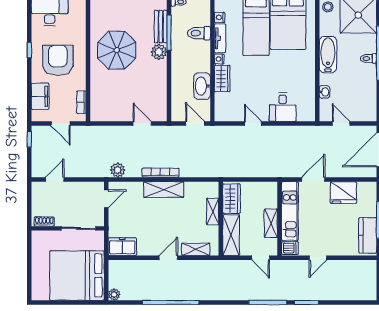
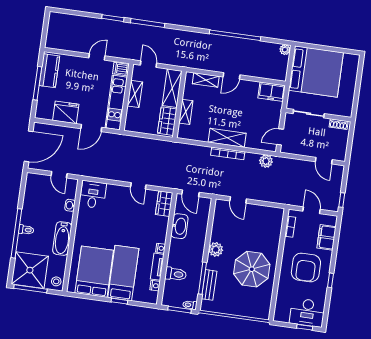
plant: (159, 52) -> (216, 249), moved
wardrobe: (222, 79) -> (164, 204), moved
desk: (283, 107) -> (93, 195), moved
door: (55, 179) -> (324, 161), hinge flipped

